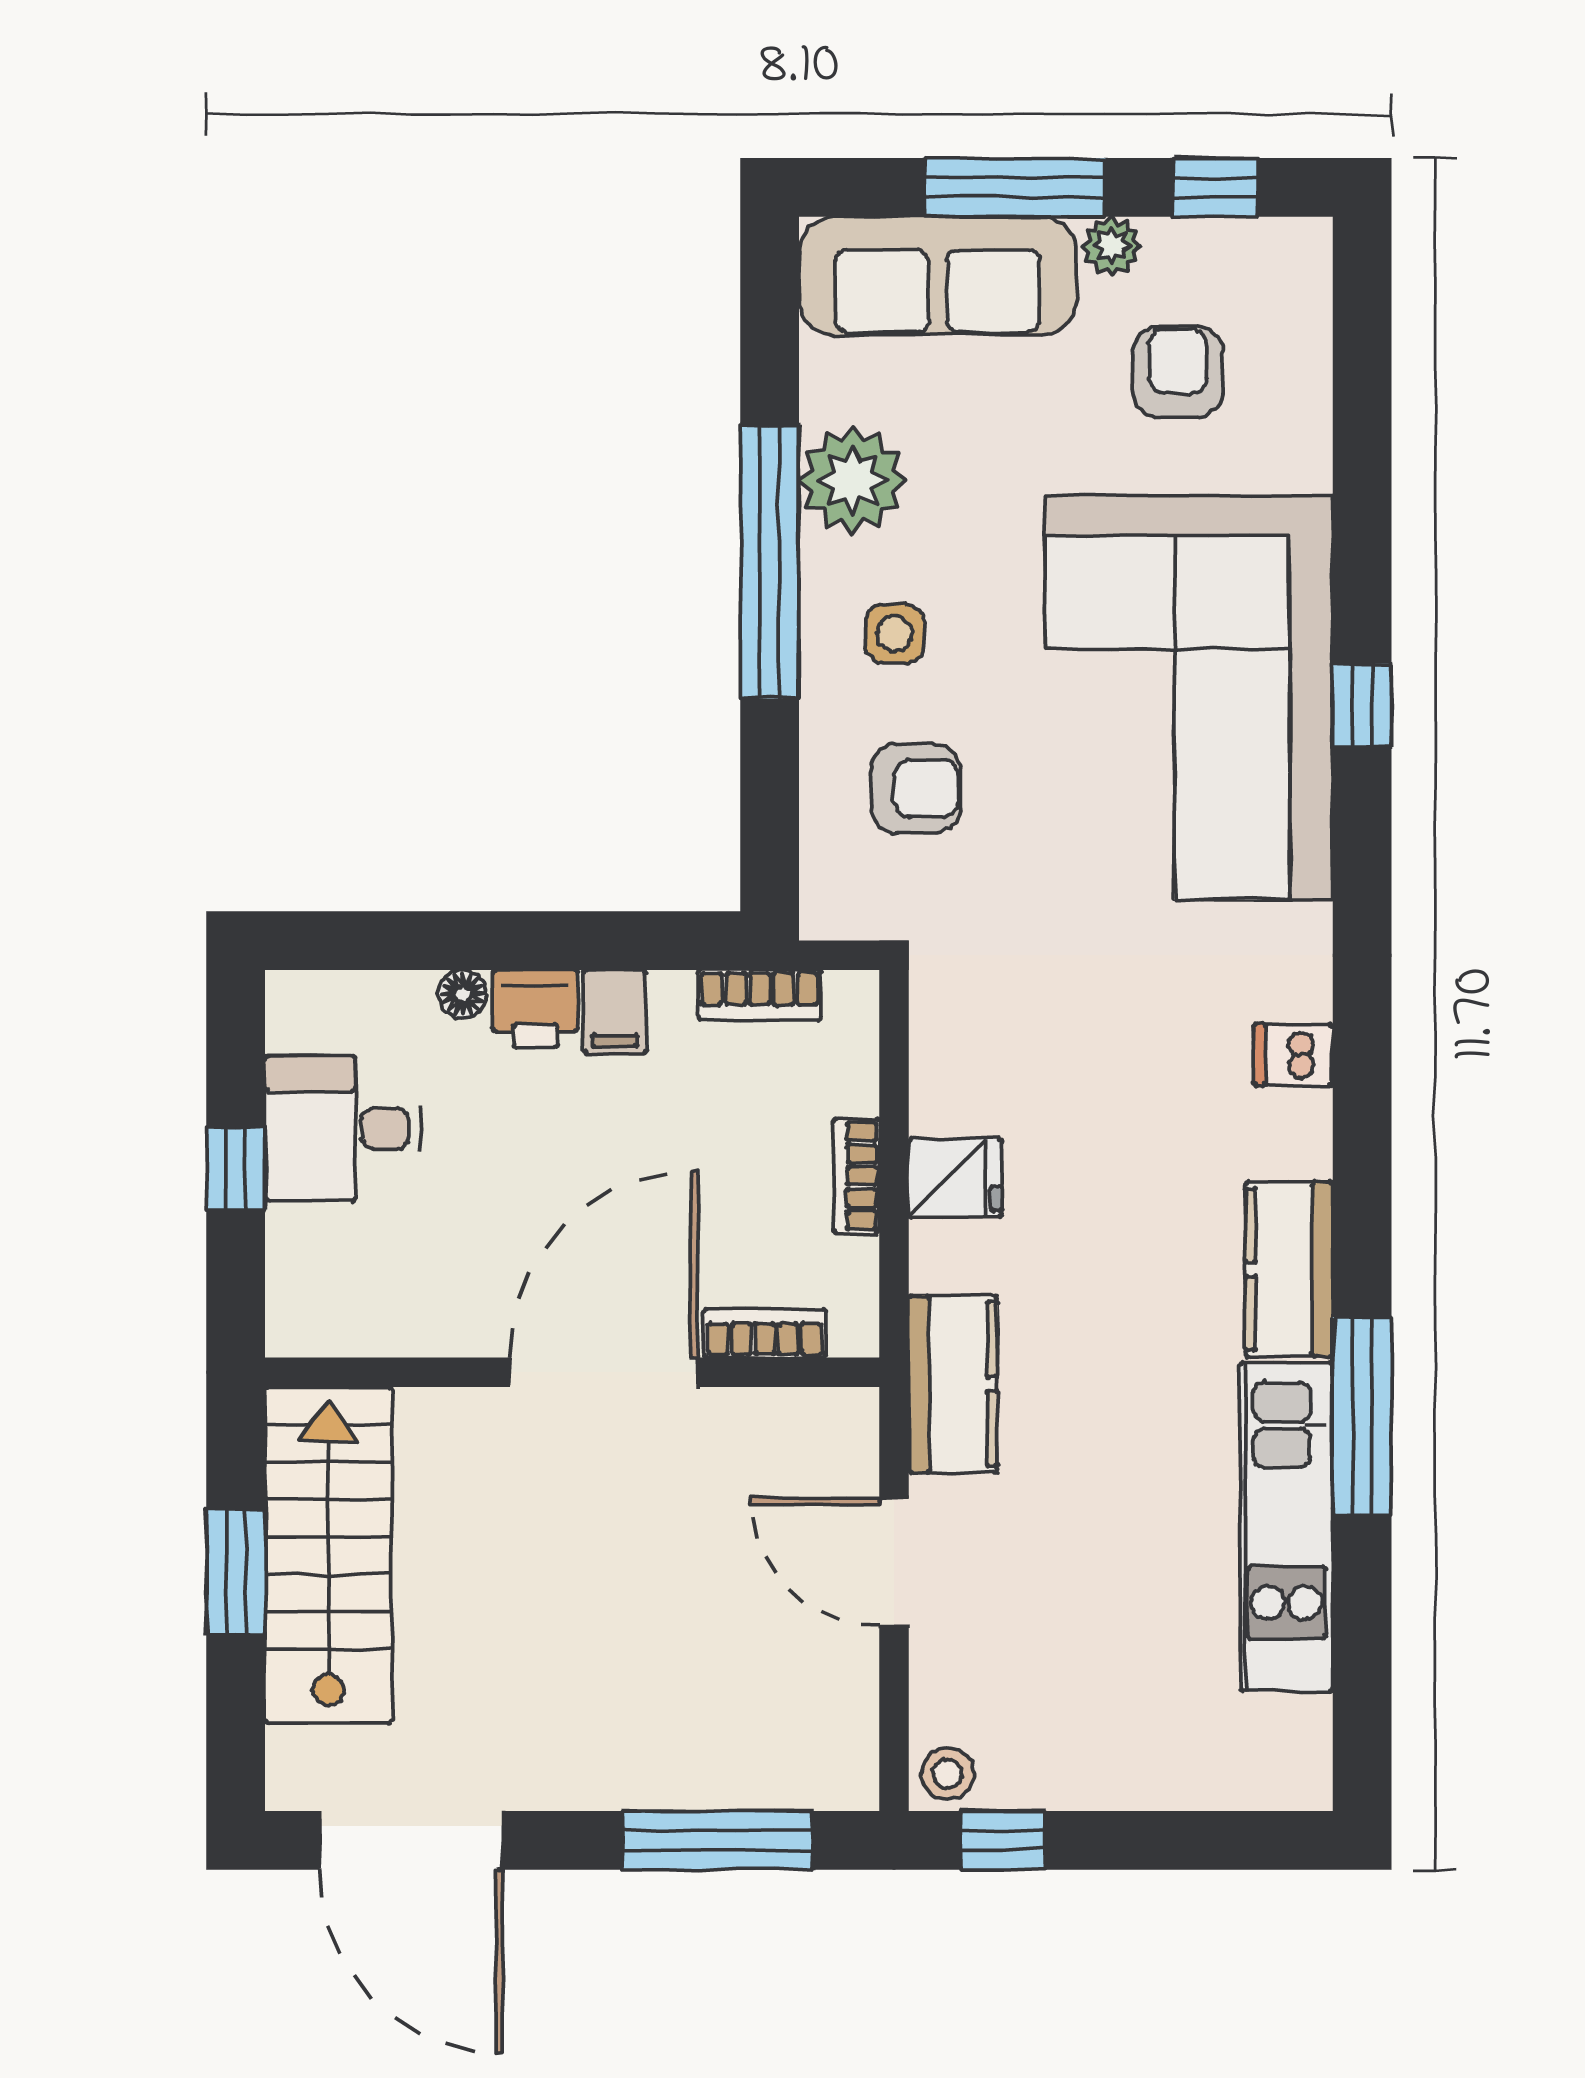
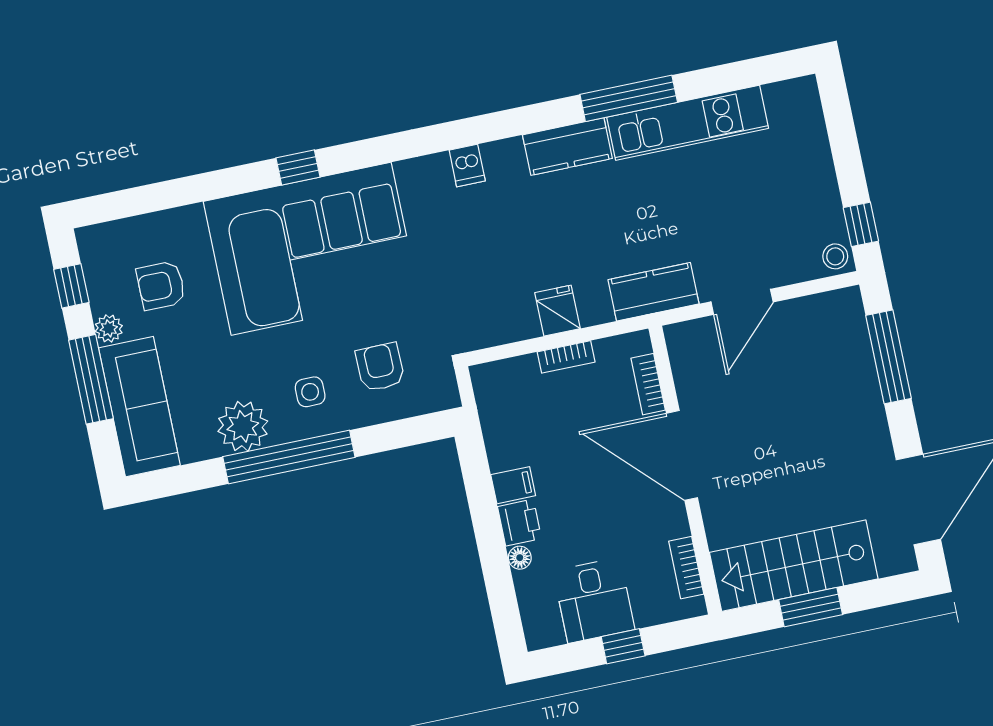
bookcase: (760, 995) -> (686, 568), moved, turned 180

